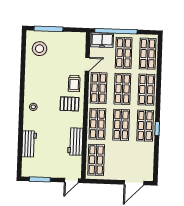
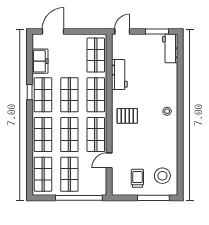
freezer: (102, 40) -> (40, 61), moved, turned 90
trolley: (74, 83) -> (137, 178), moved
workbench: (29, 144) -> (170, 48), moved

